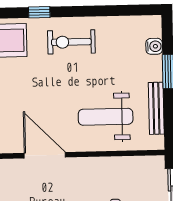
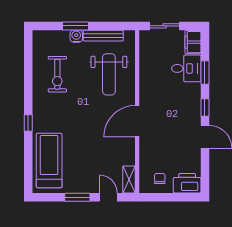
exercise bike: (71, 42) -> (57, 74), moved
water cooler: (154, 46) -> (76, 36), moved

